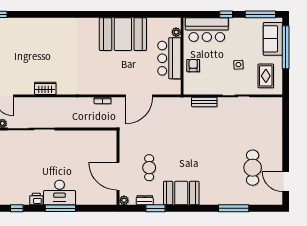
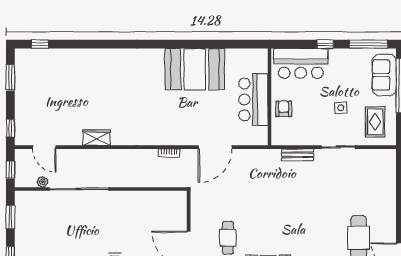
plant: (176, 32) -> (262, 67), removed

